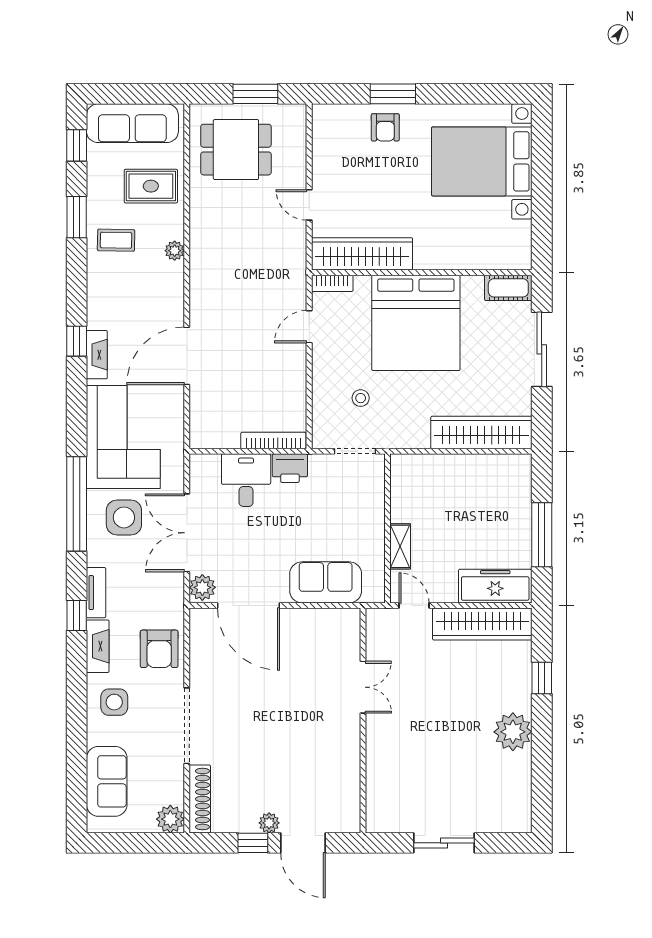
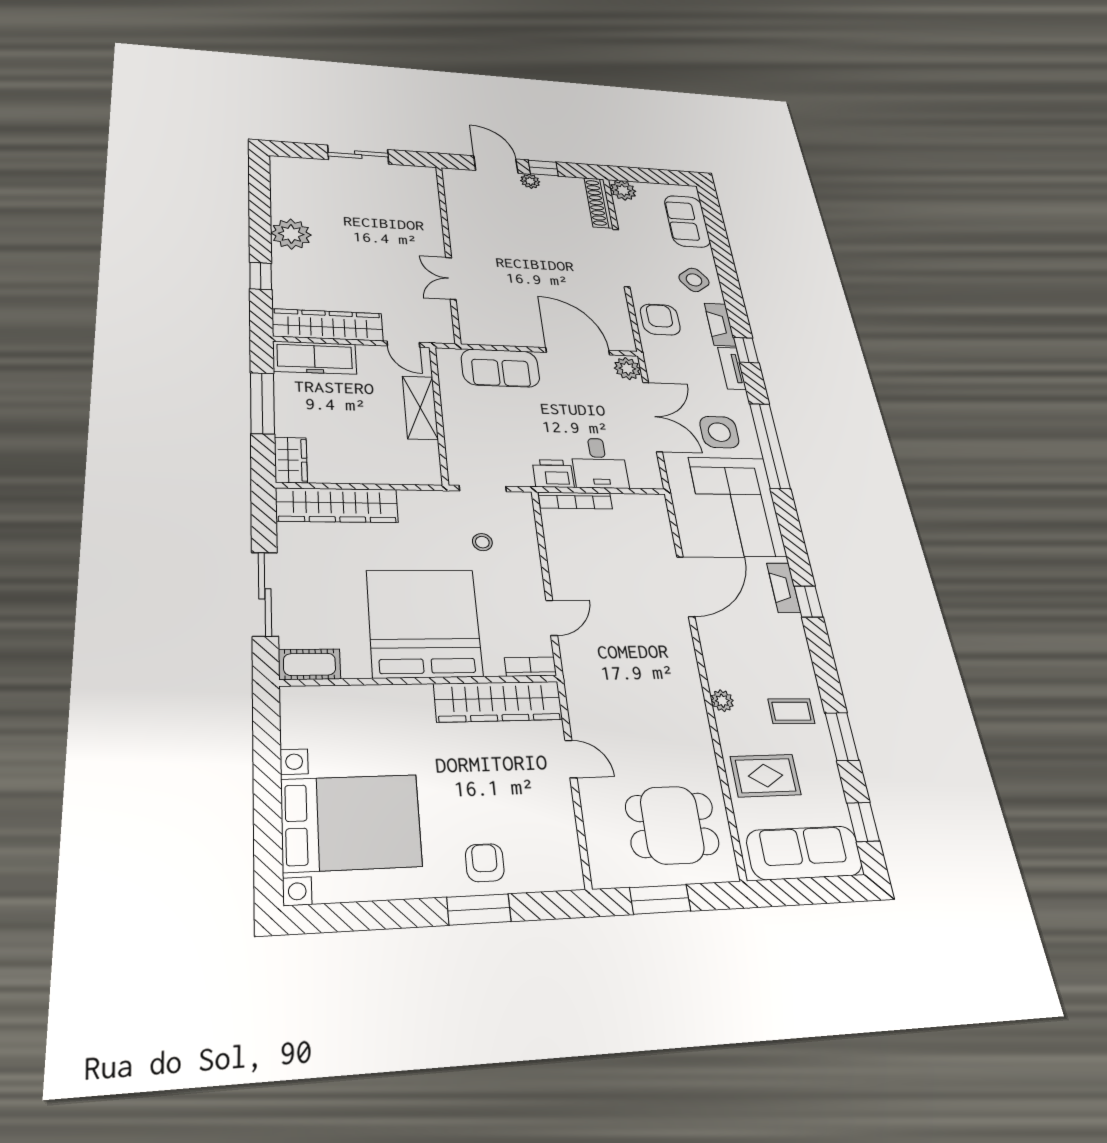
wardrobe: (519, 477) -> (291, 460), added
shelving: (400, 546) -> (420, 408), width x1.50, depth x1.33
side table: (114, 702) -> (694, 280), turned -37

